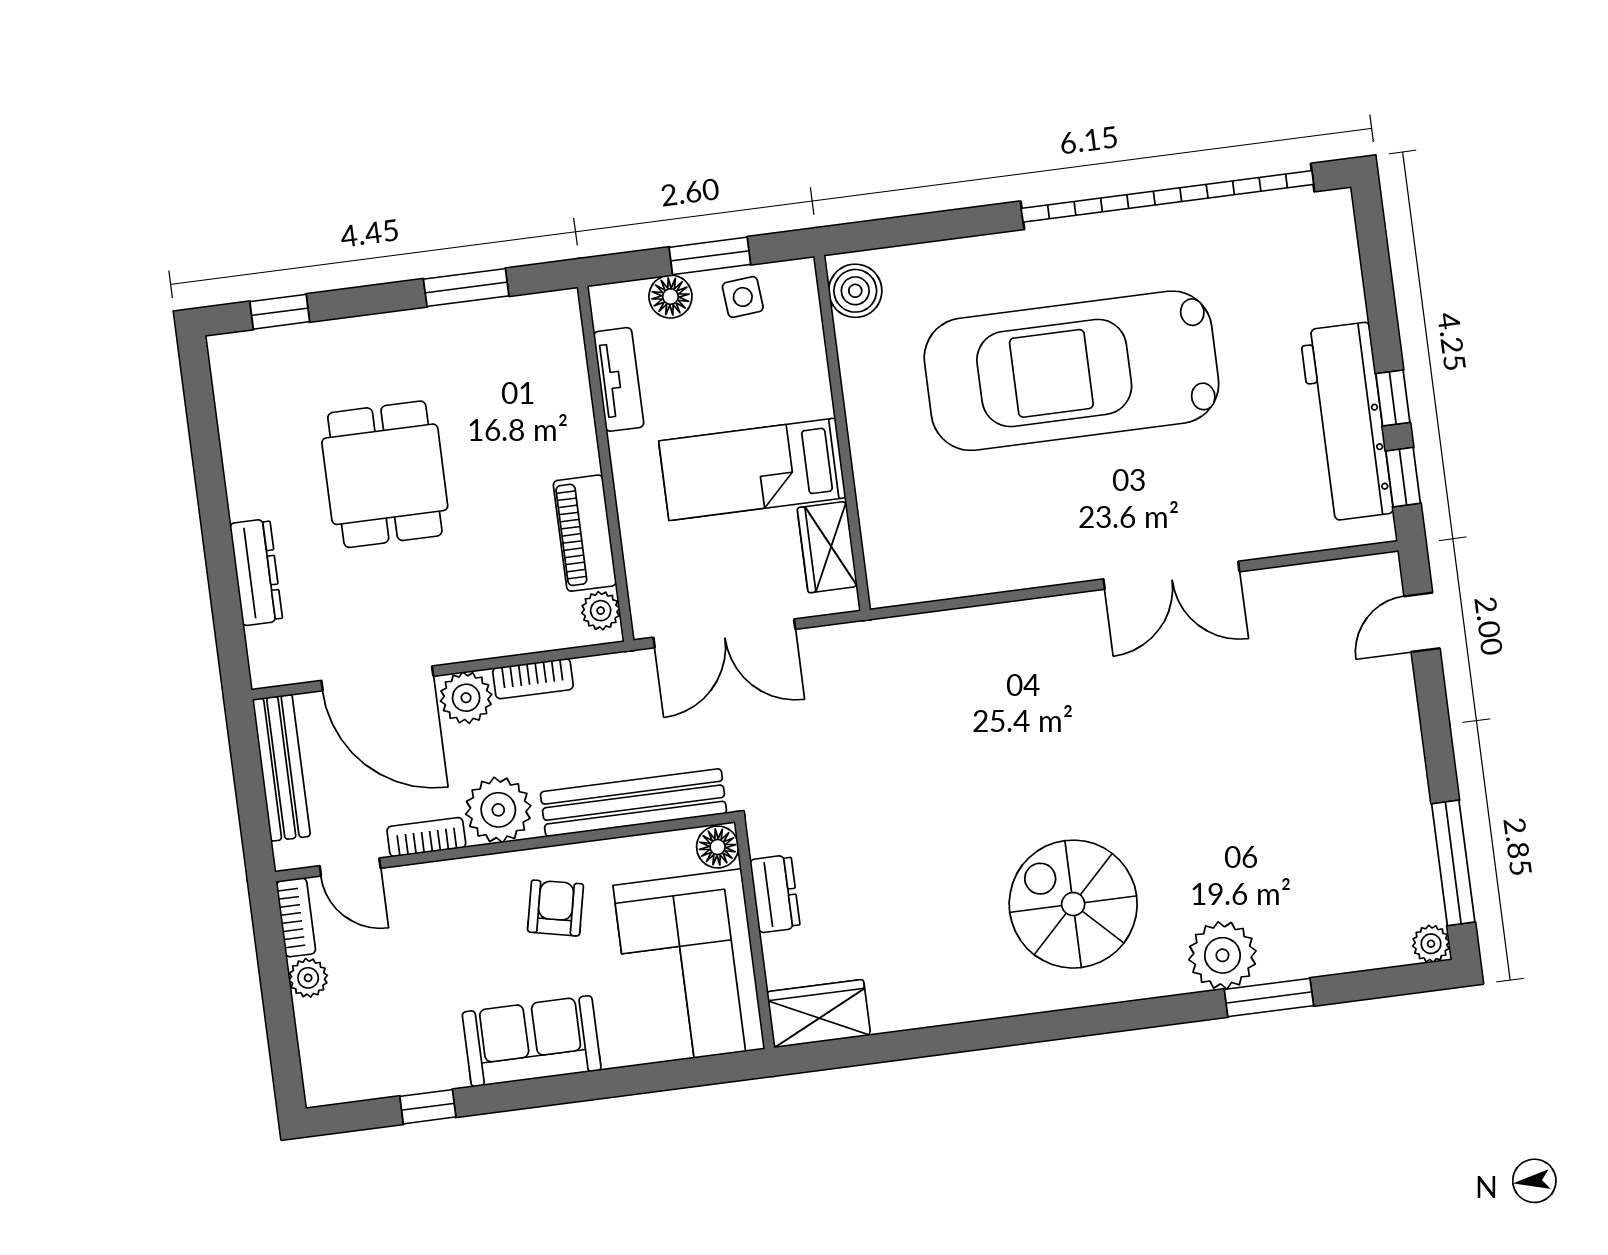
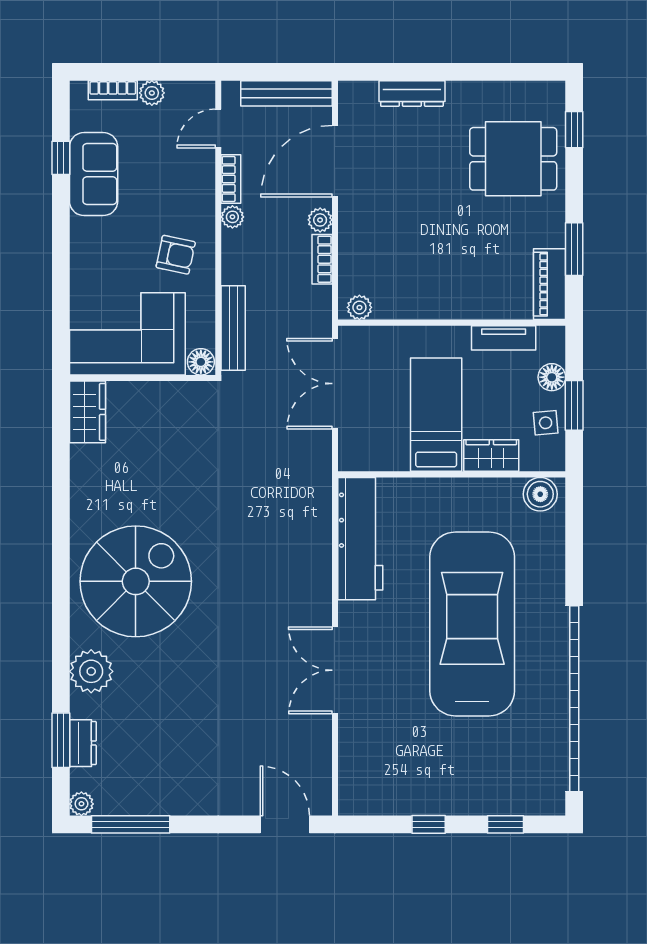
workbench: (1347, 422) -> (360, 539), moved, turned 90
dining table: (385, 474) -> (513, 159), moved
window: (1403, 477) -> (506, 824), moved
piano: (585, 533) -> (550, 284), moved, turned -90
wardrobe: (827, 547) -> (491, 456), moved
door: (1422, 622) -> (285, 824), width x1.38
plant: (466, 698) -> (320, 220), width x0.73, depth x0.73
bench: (633, 803) -> (233, 328), width x0.73, depth x0.82
plant: (498, 810) -> (232, 217), width x0.53, depth x0.53
dresser: (775, 894) -> (83, 743), moved, turned -90
spiral stairs: (1073, 904) -> (136, 581), width x1.37, depth x1.37
bookcase: (296, 917) -> (113, 90), moved
window: (1269, 997) -> (61, 740), moved
sofa: (532, 1041) -> (94, 174), moved

